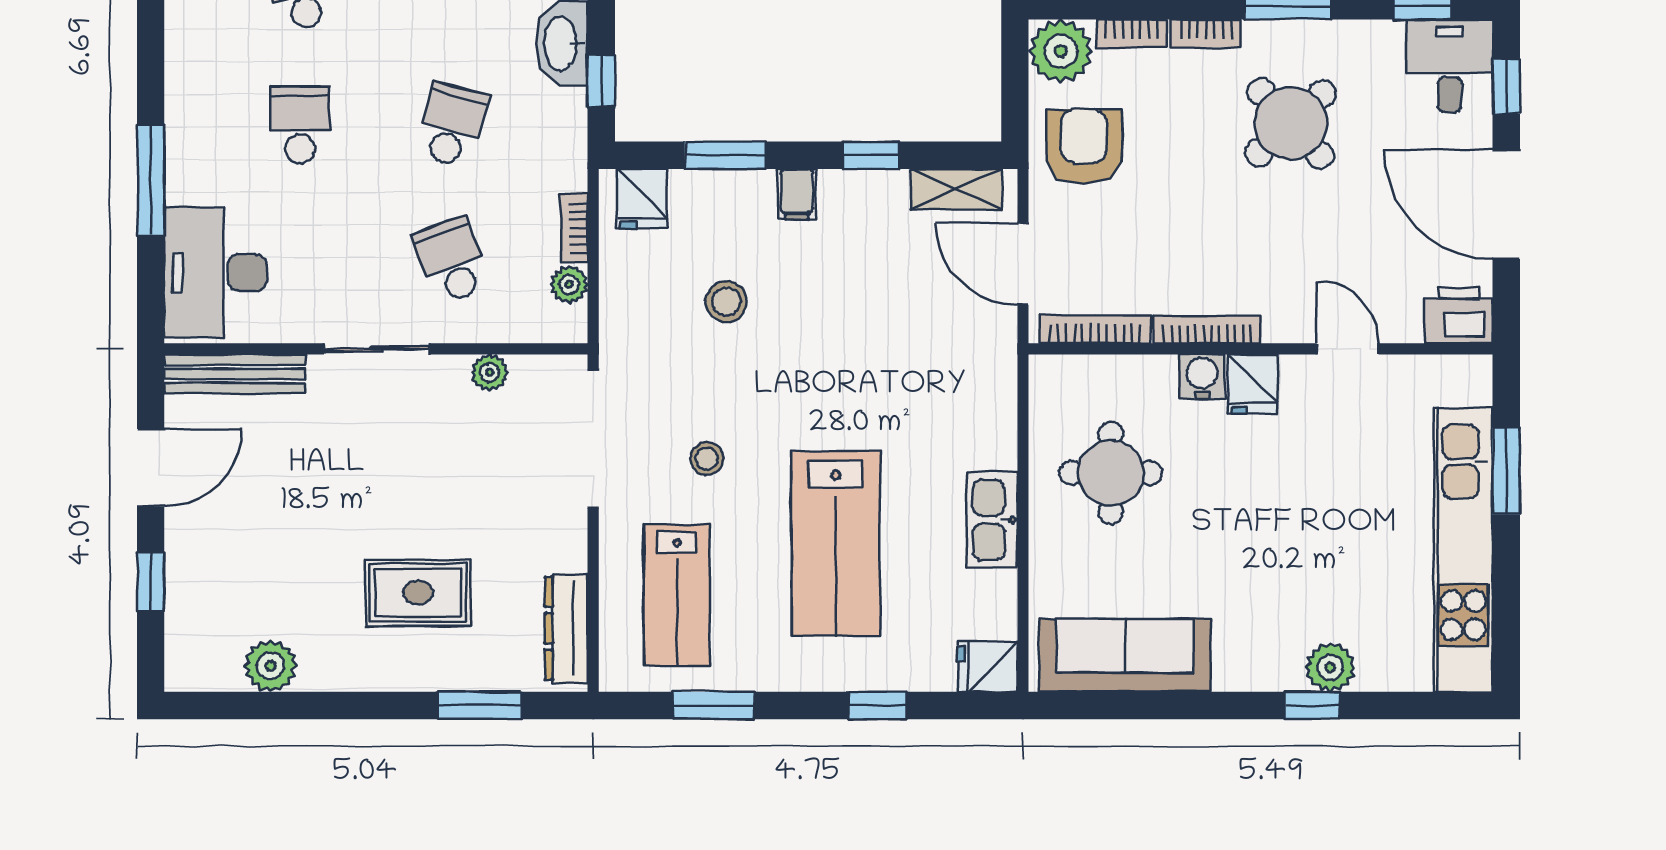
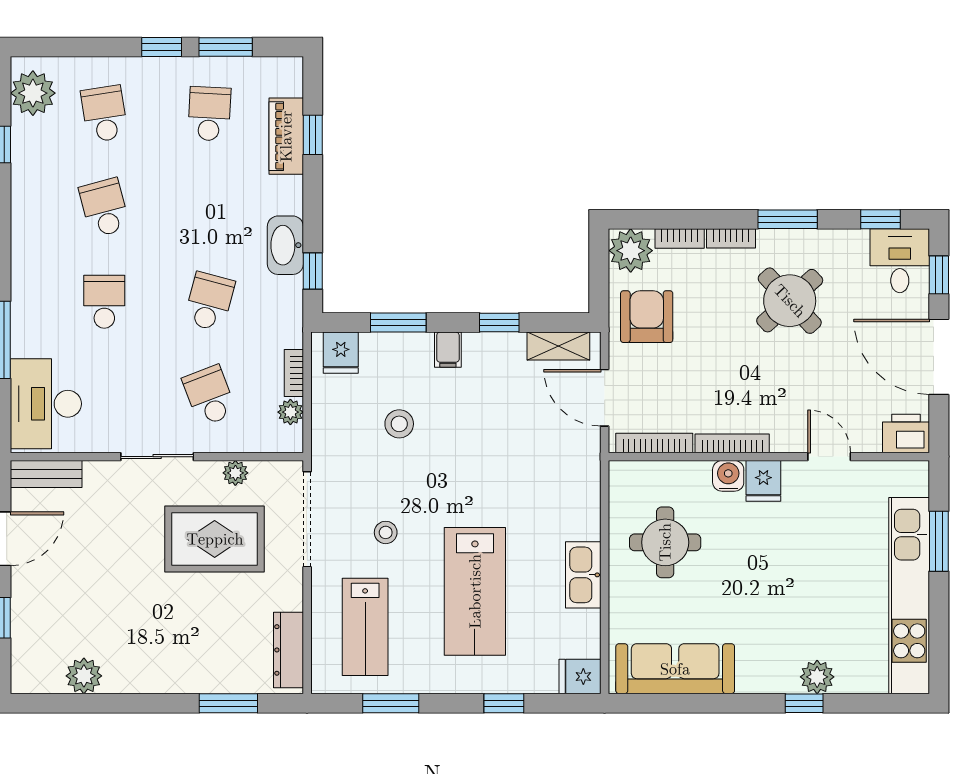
bench: (235, 374) -> (46, 474), width x0.73
rug: (418, 593) -> (215, 539), moved, width x1.36, depth x1.43

